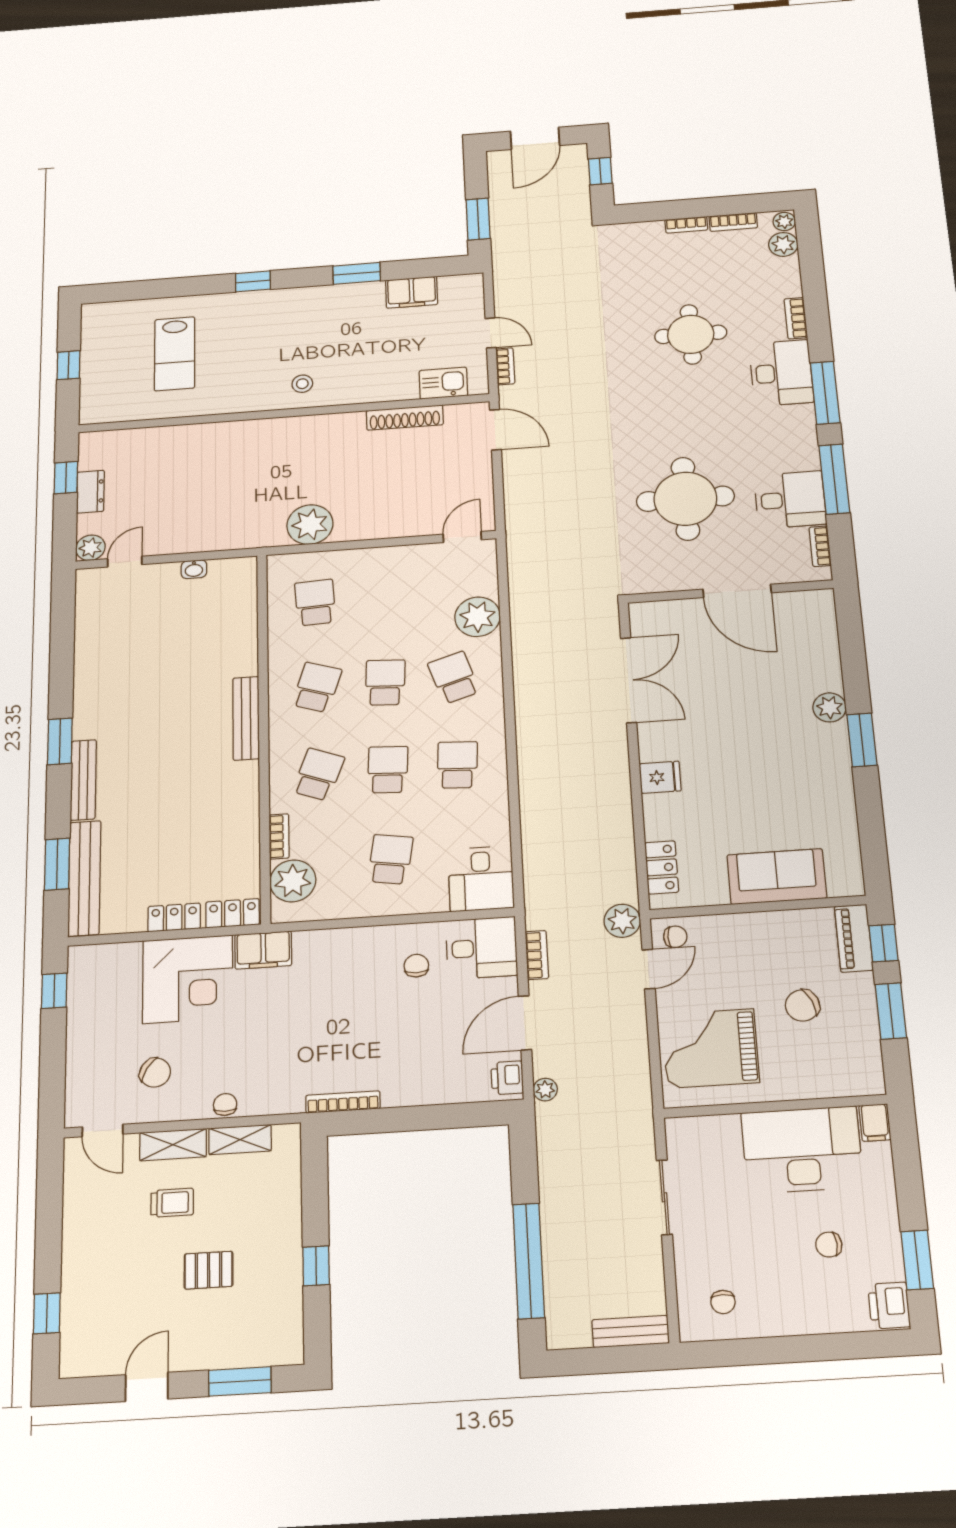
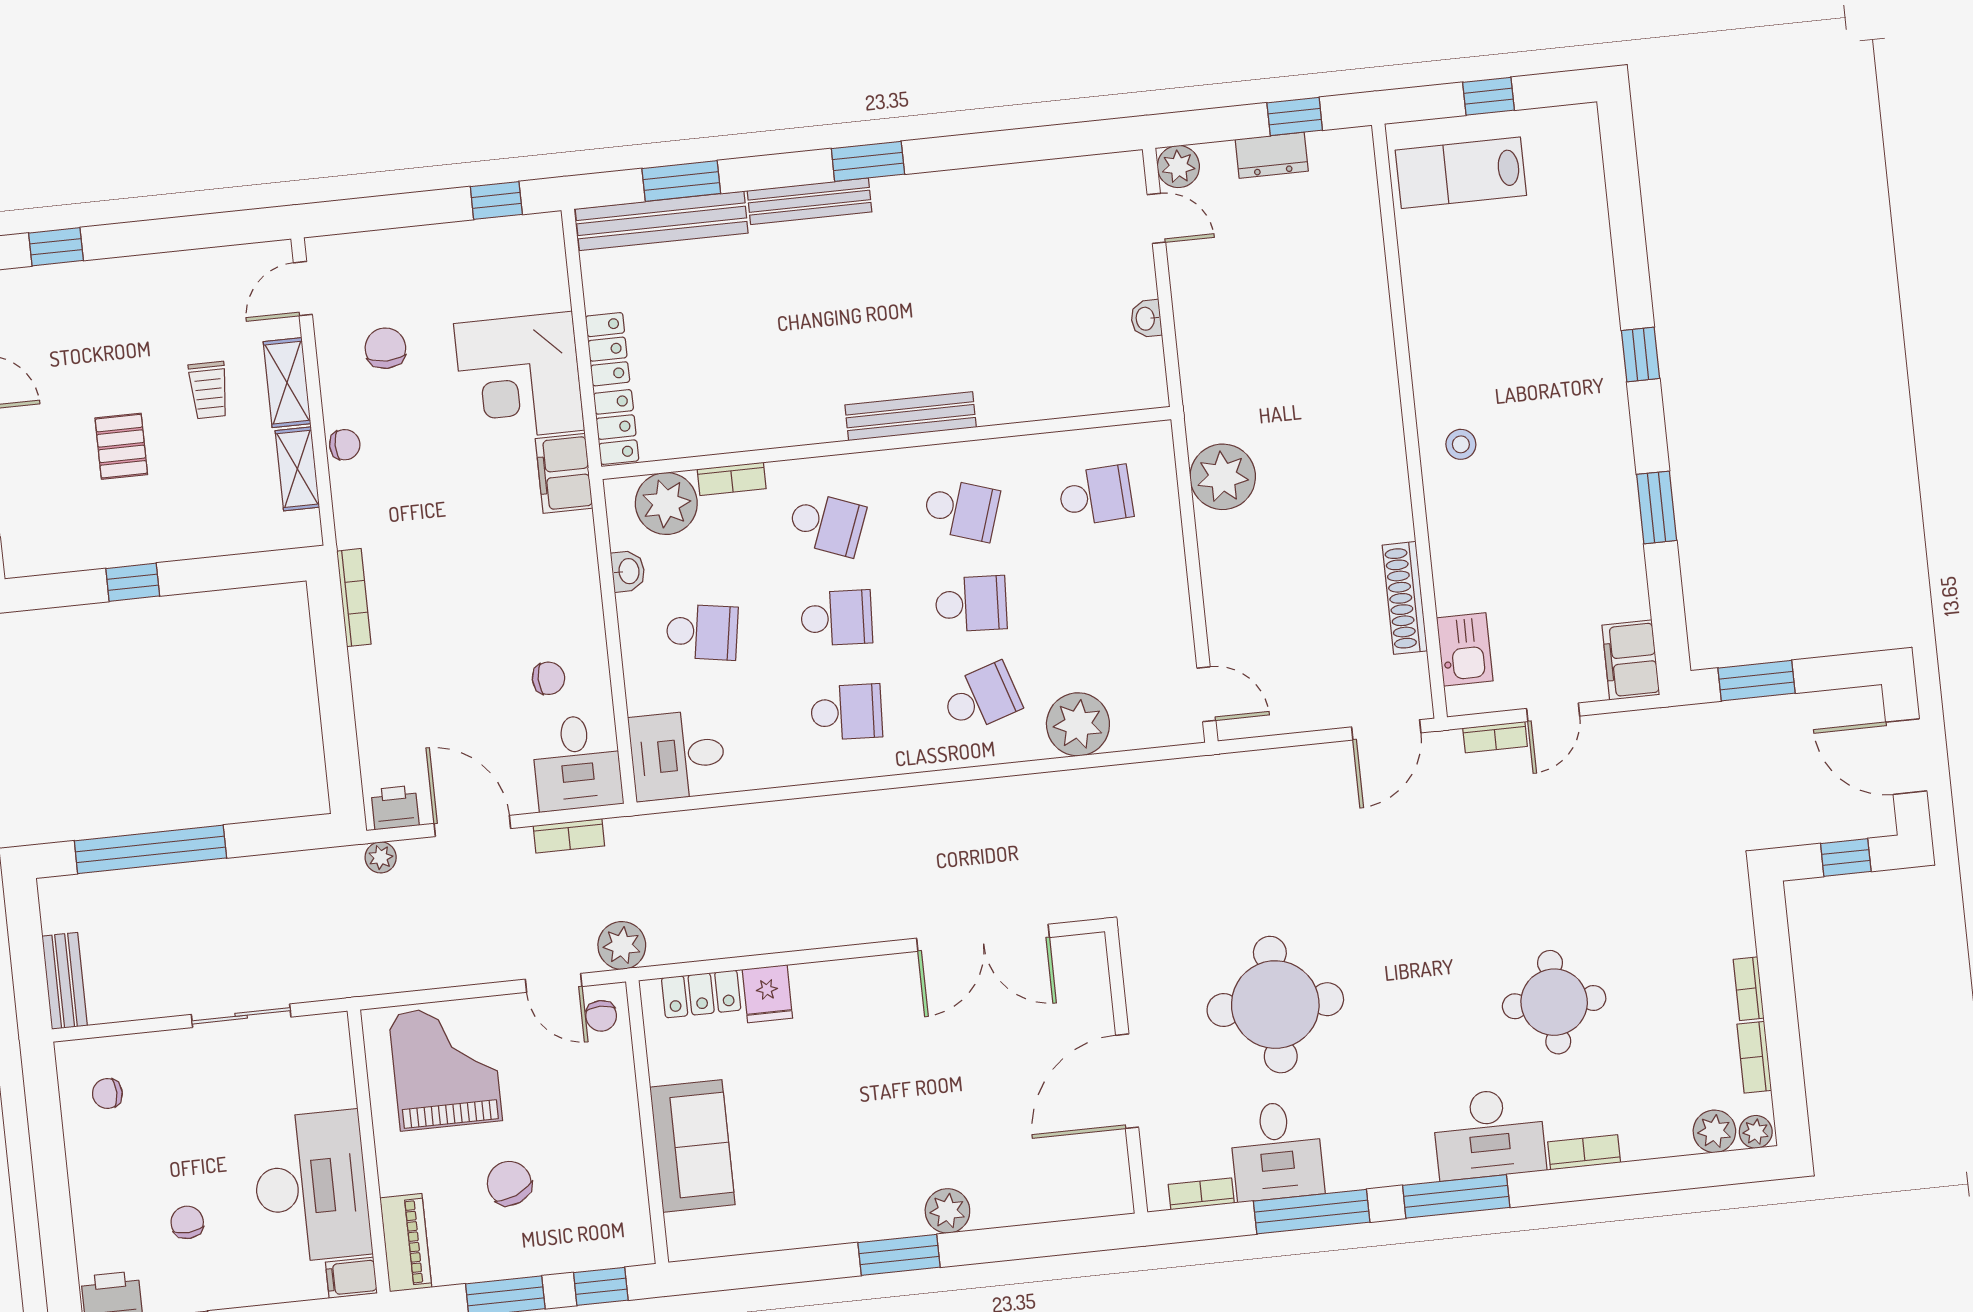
filing cabinet: (412, 292) -> (1631, 660), moved
lab bench: (175, 354) -> (1461, 173), moved
fridge: (660, 777) -> (767, 994), moved
washbasin: (341, 908) -> (628, 571), added
piano: (854, 938) -> (406, 1243), moved, turned 90
chair: (155, 1073) -> (385, 348), turned 148

